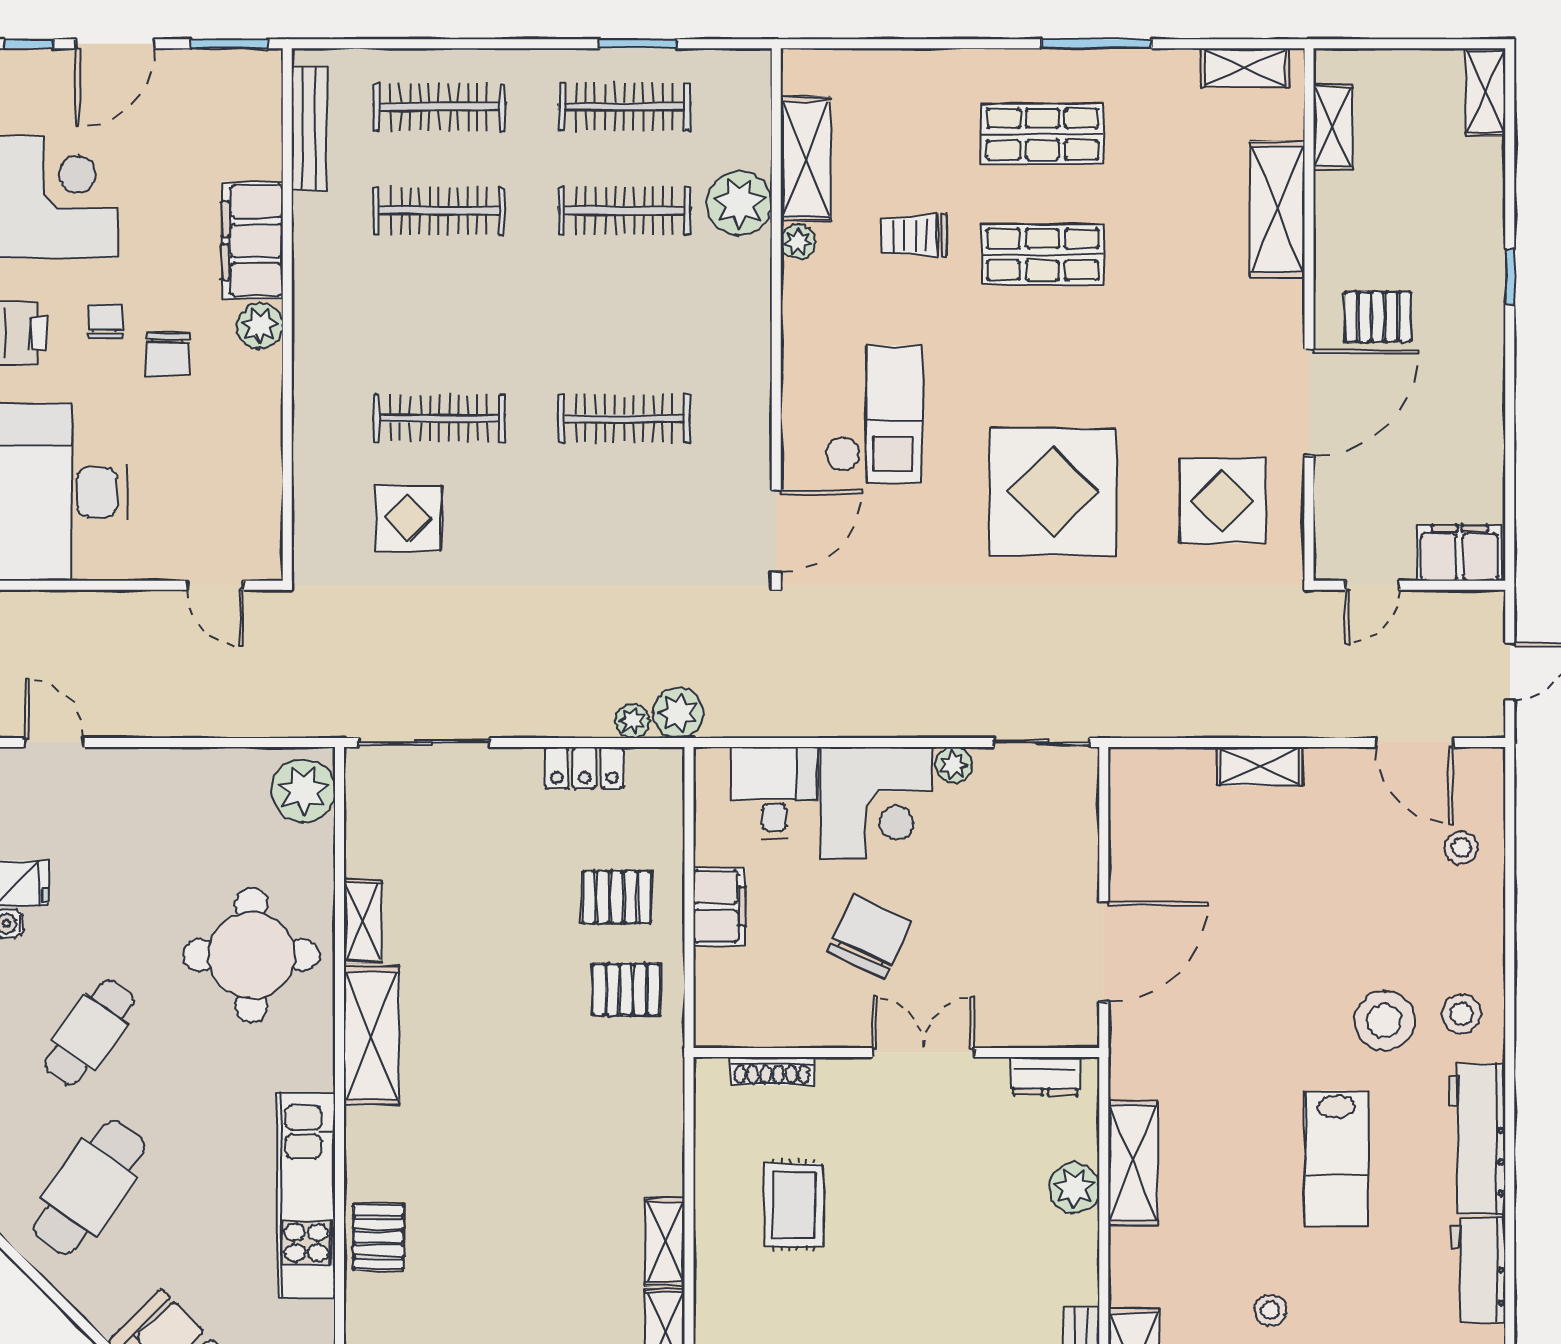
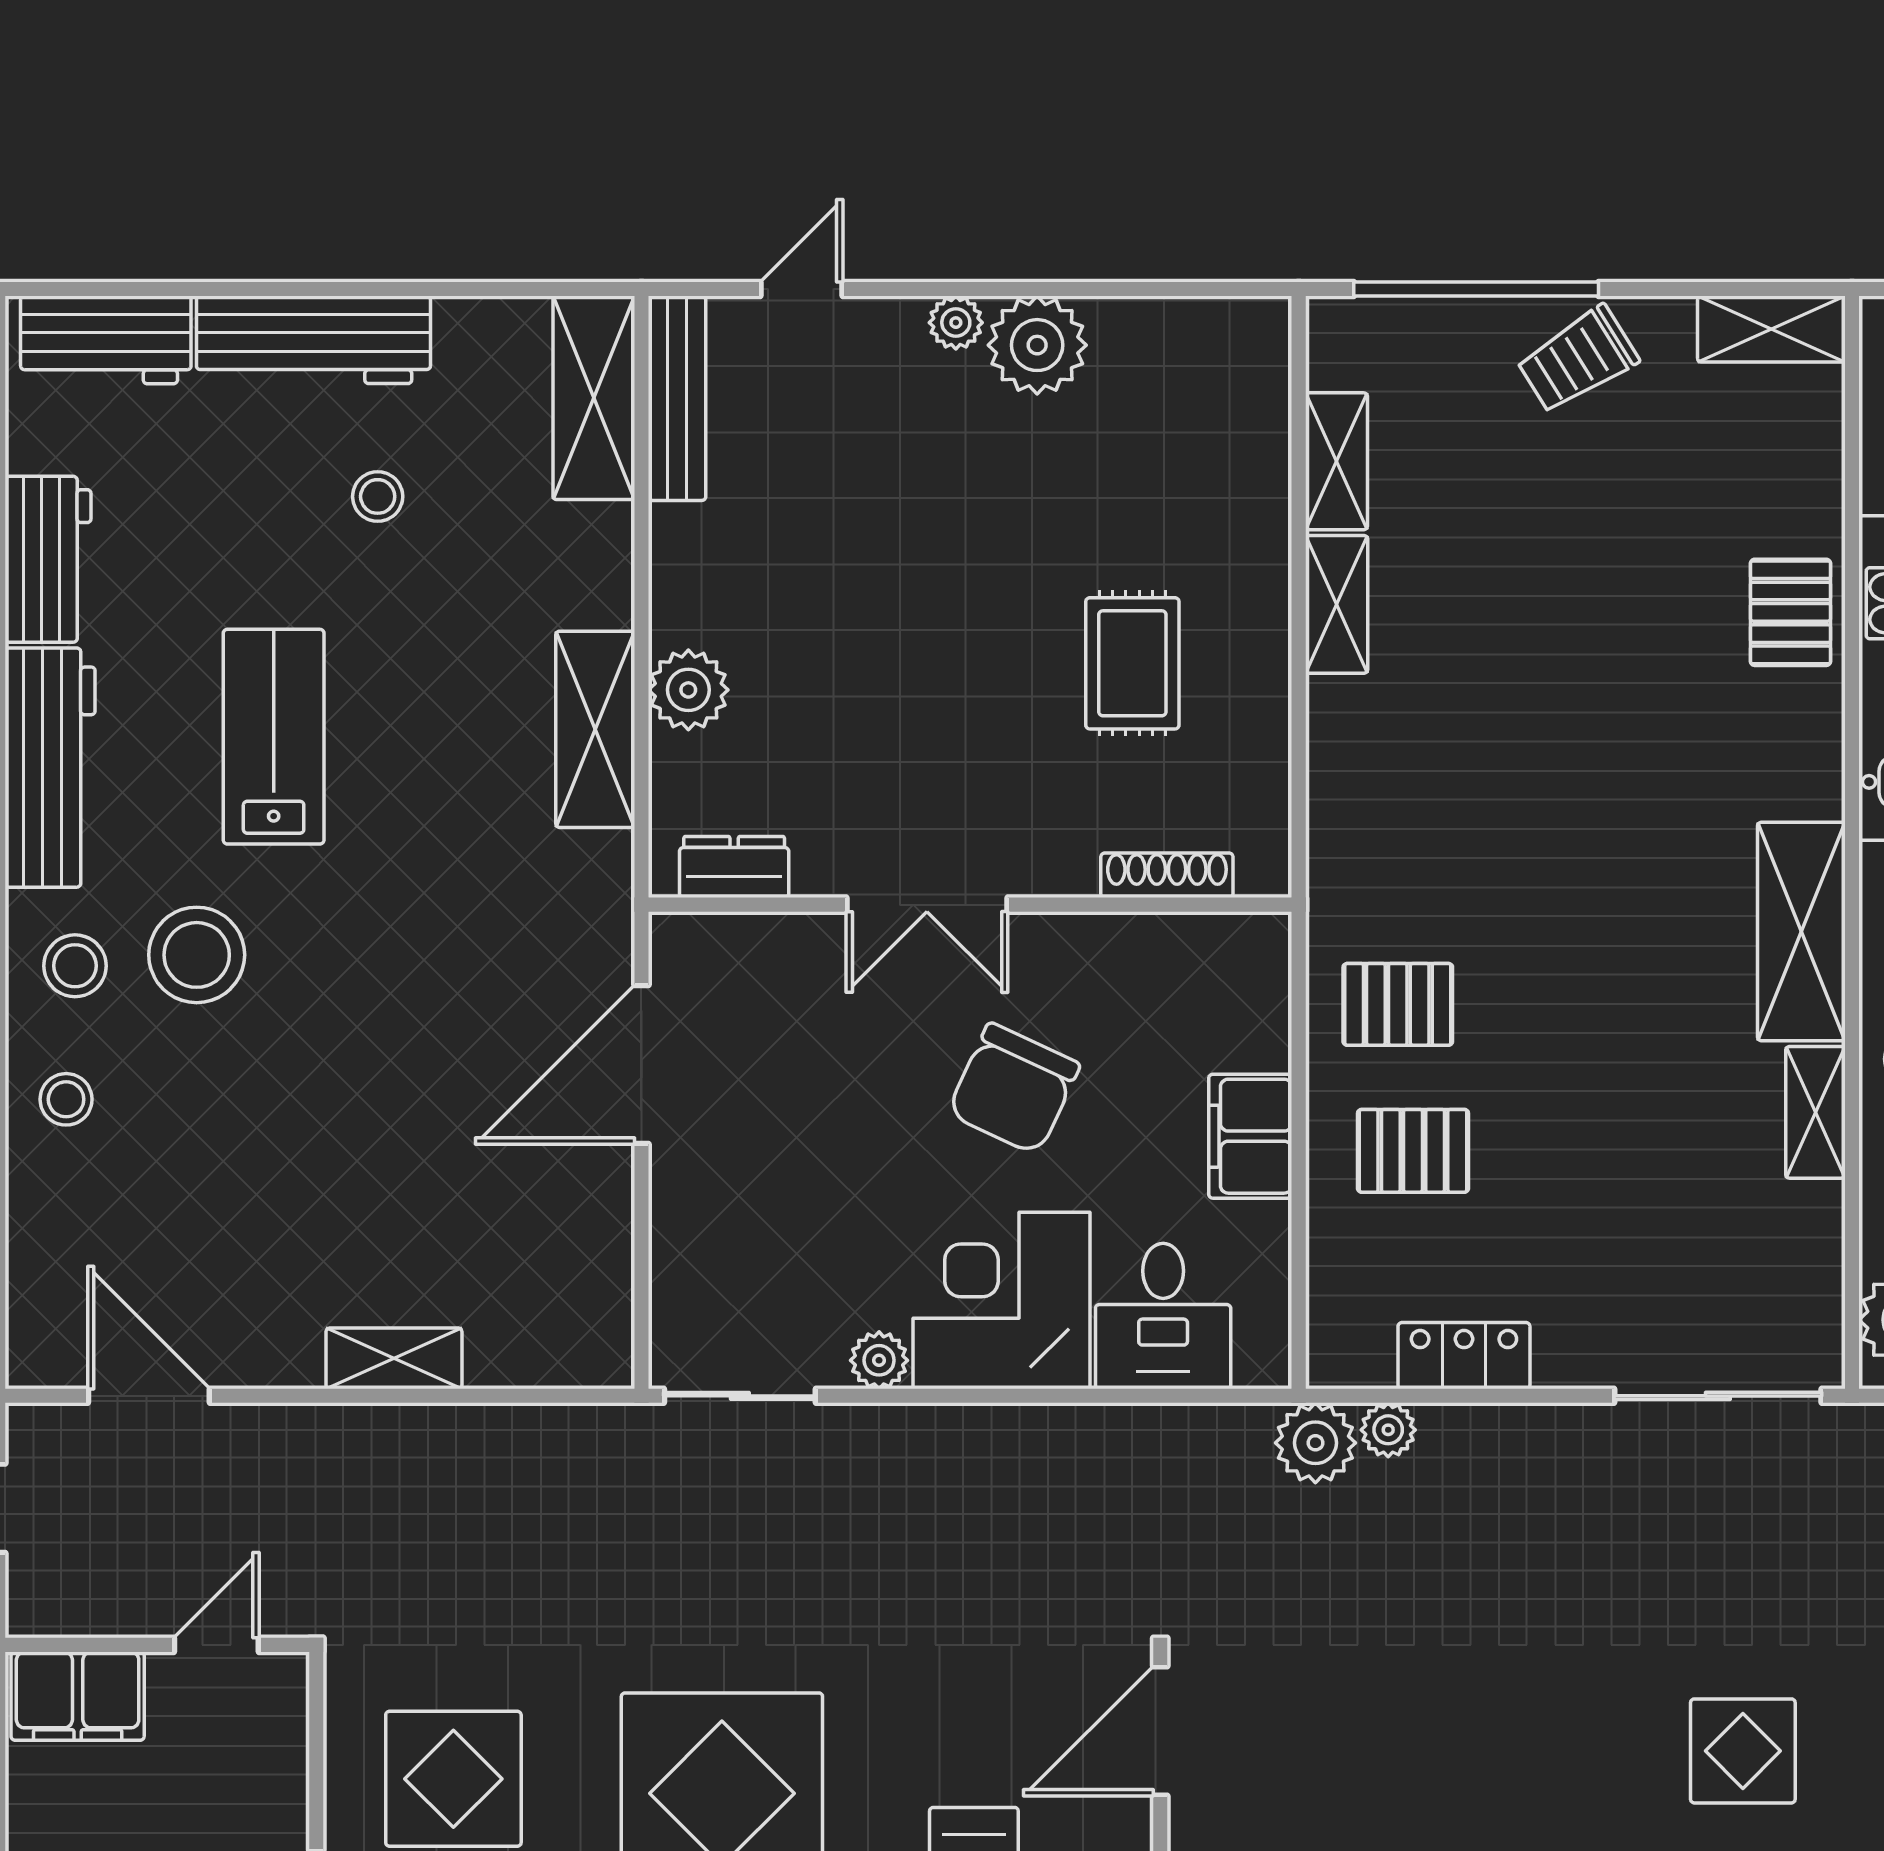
stool: (1461, 848) -> (66, 1099), moved

